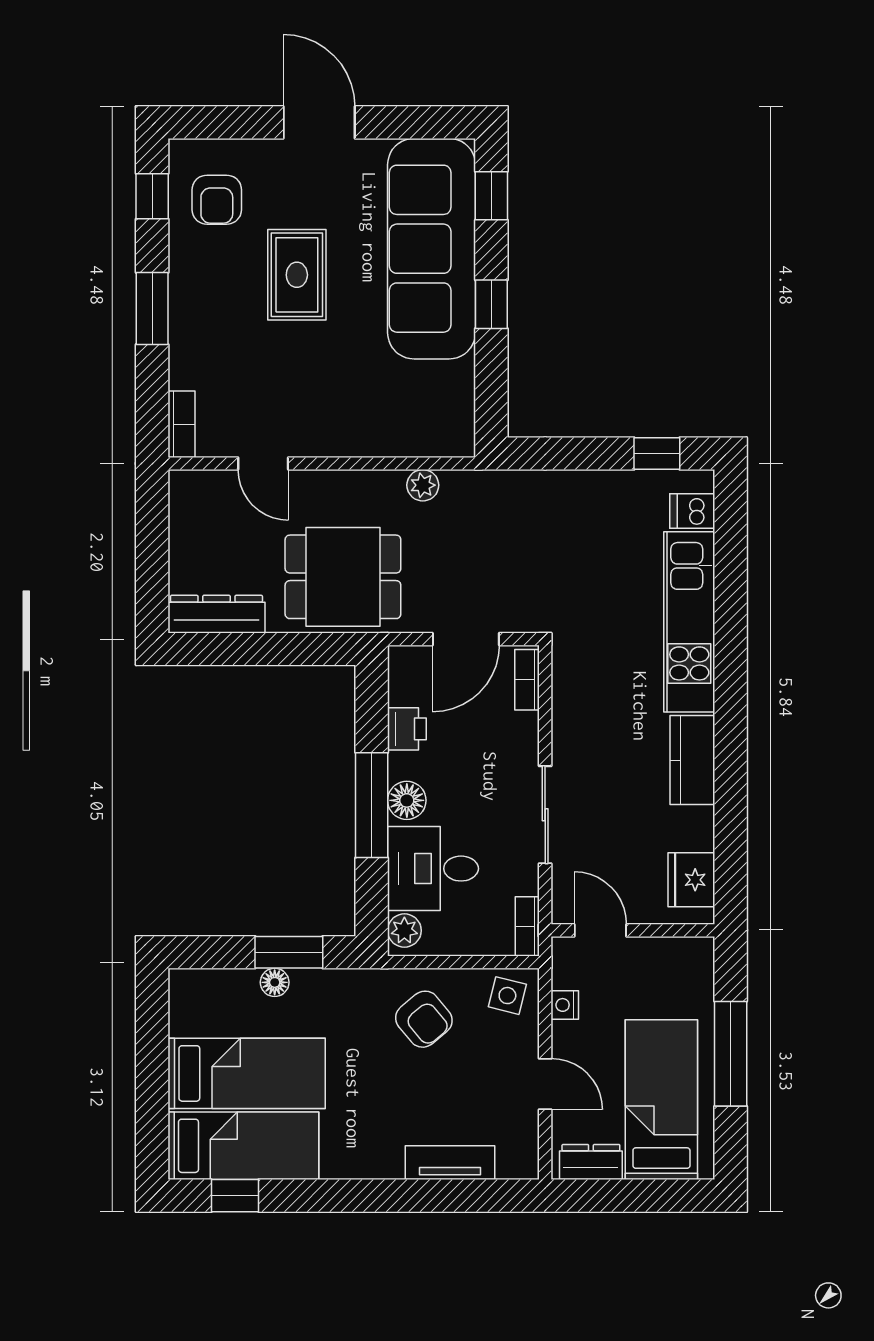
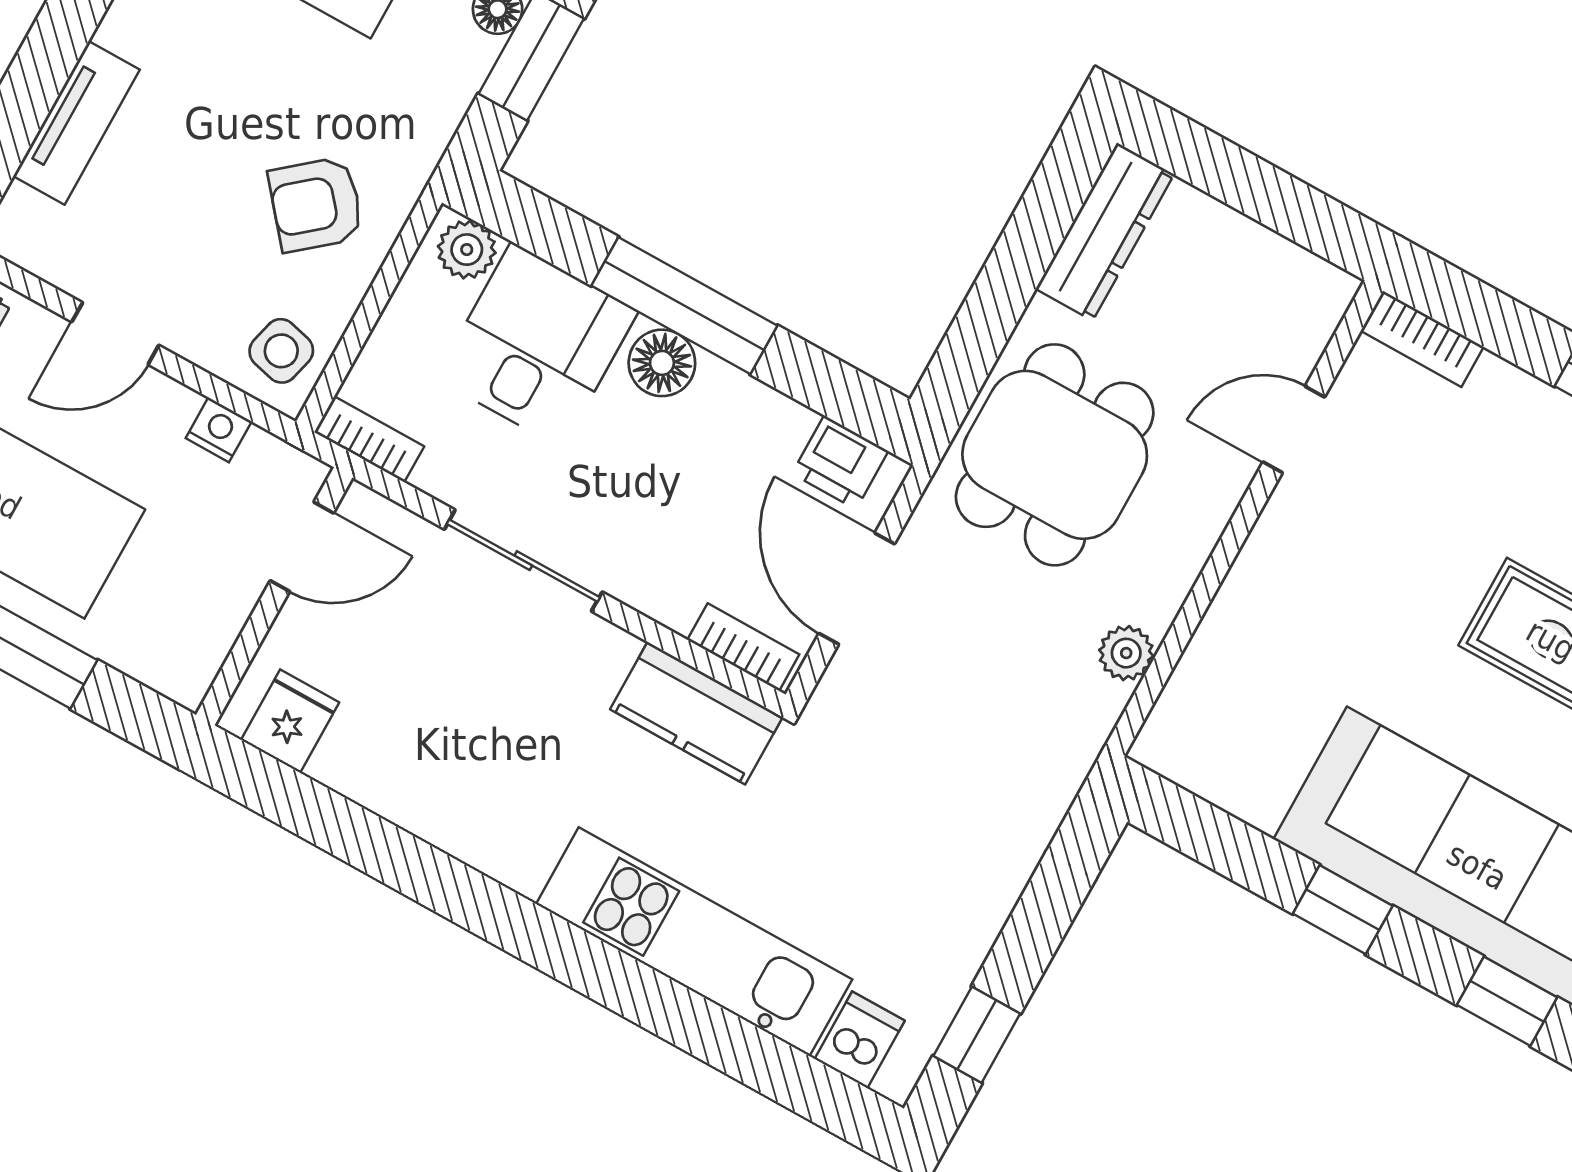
printer: (407, 729) -> (840, 462), moved
kitchen counter: (692, 760) -> (696, 713), moved, turned 180
fridge: (691, 880) -> (290, 721), width x0.72

